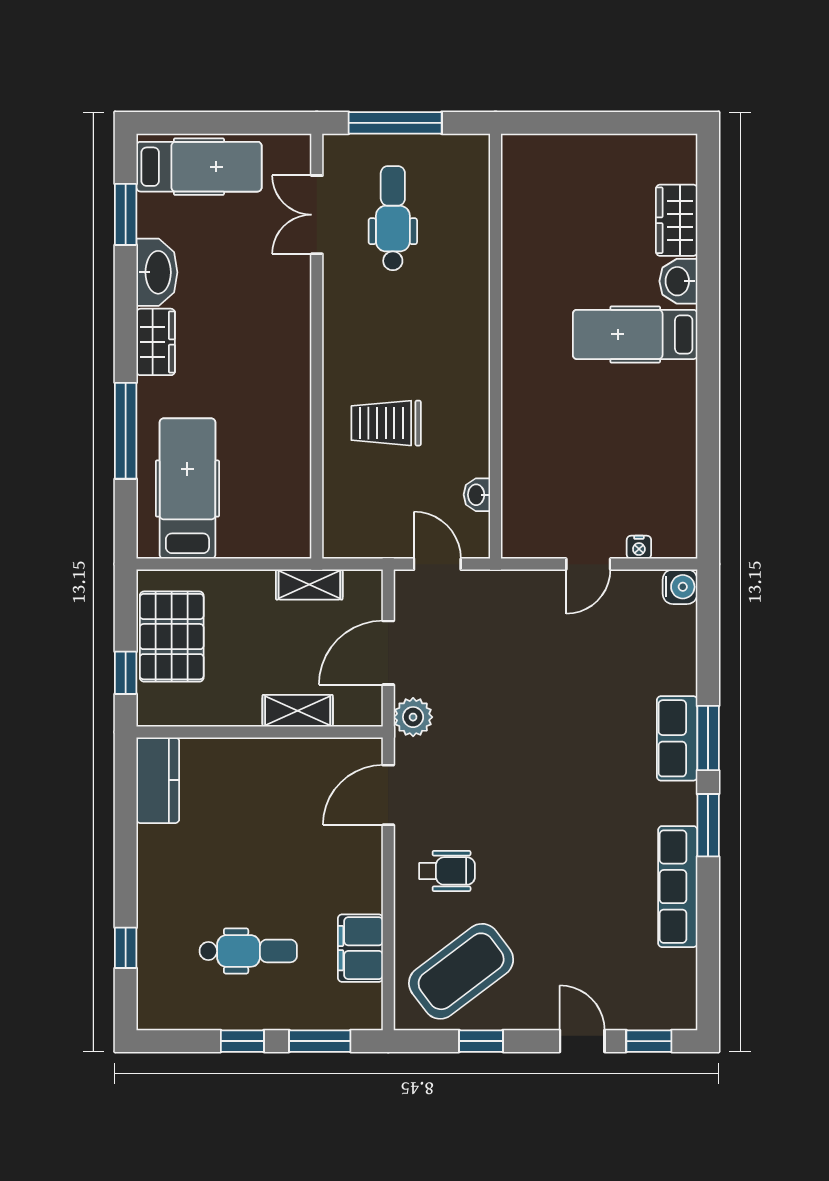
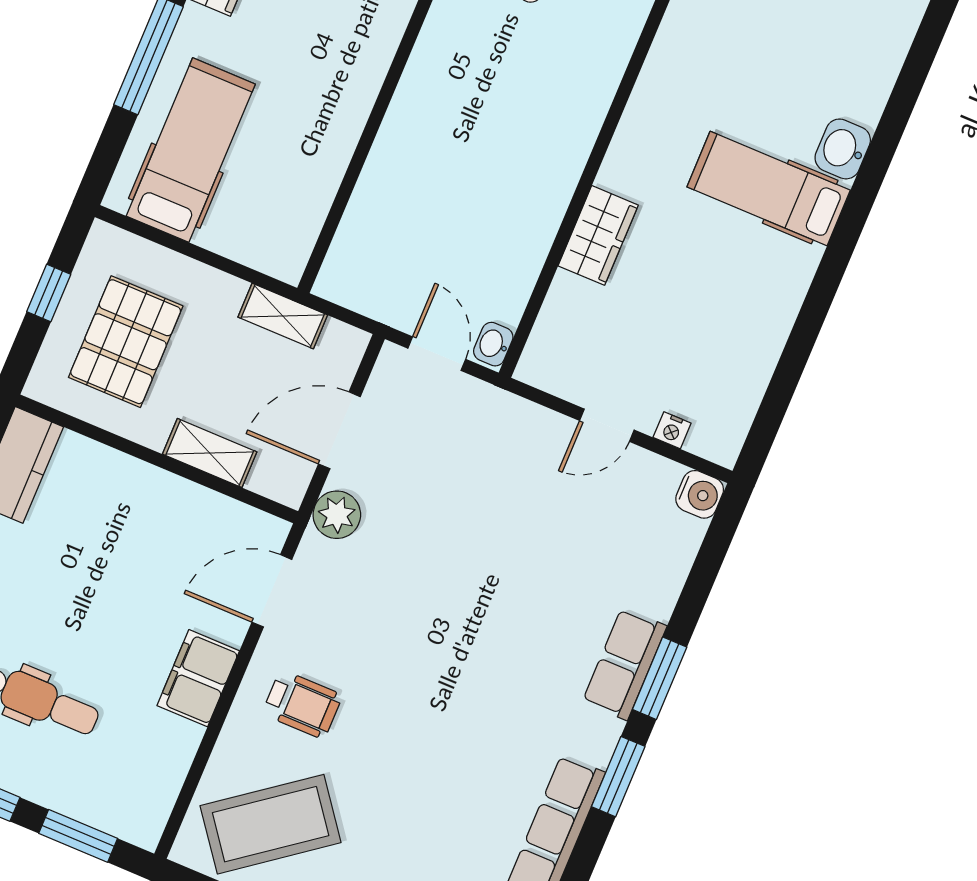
wardrobe: (677, 220) -> (598, 235), moved, turned 180
trolley: (386, 423) -> (446, 170), removed
washbasin: (477, 495) -> (493, 344), moved
pallet: (172, 637) -> (126, 342), moved
window: (126, 673) -> (49, 293), moved
filing cabinet: (360, 948) -> (198, 678), moved

